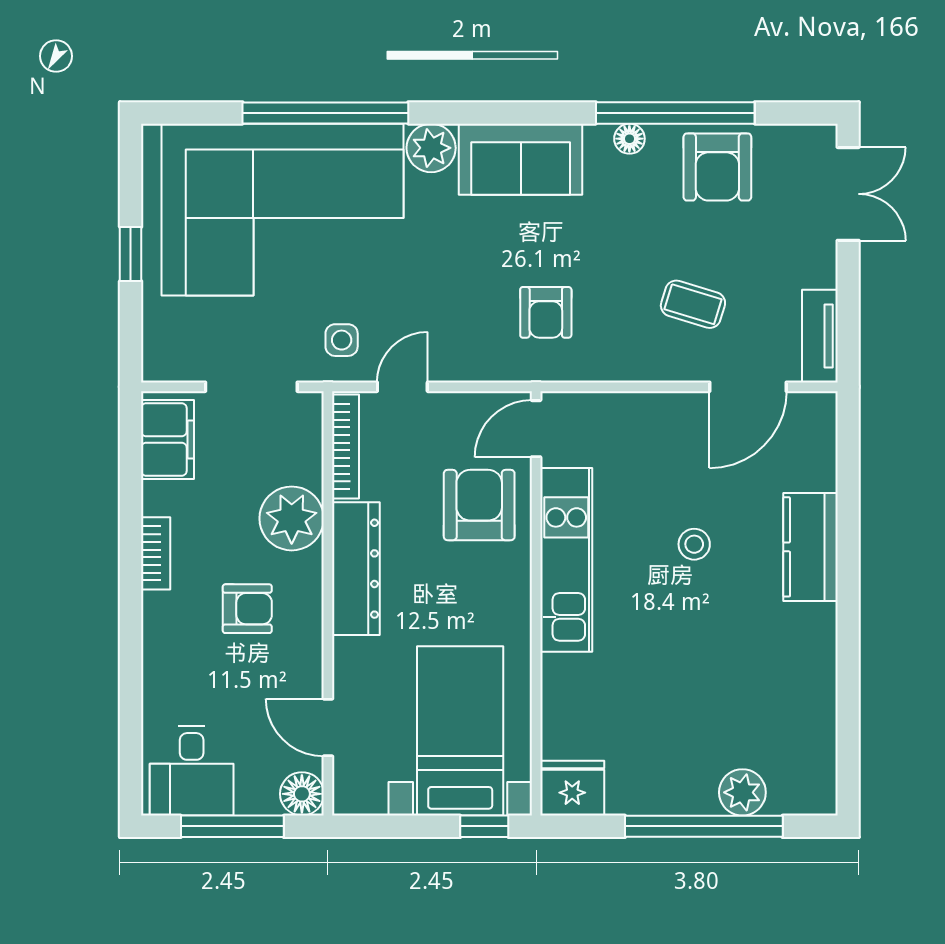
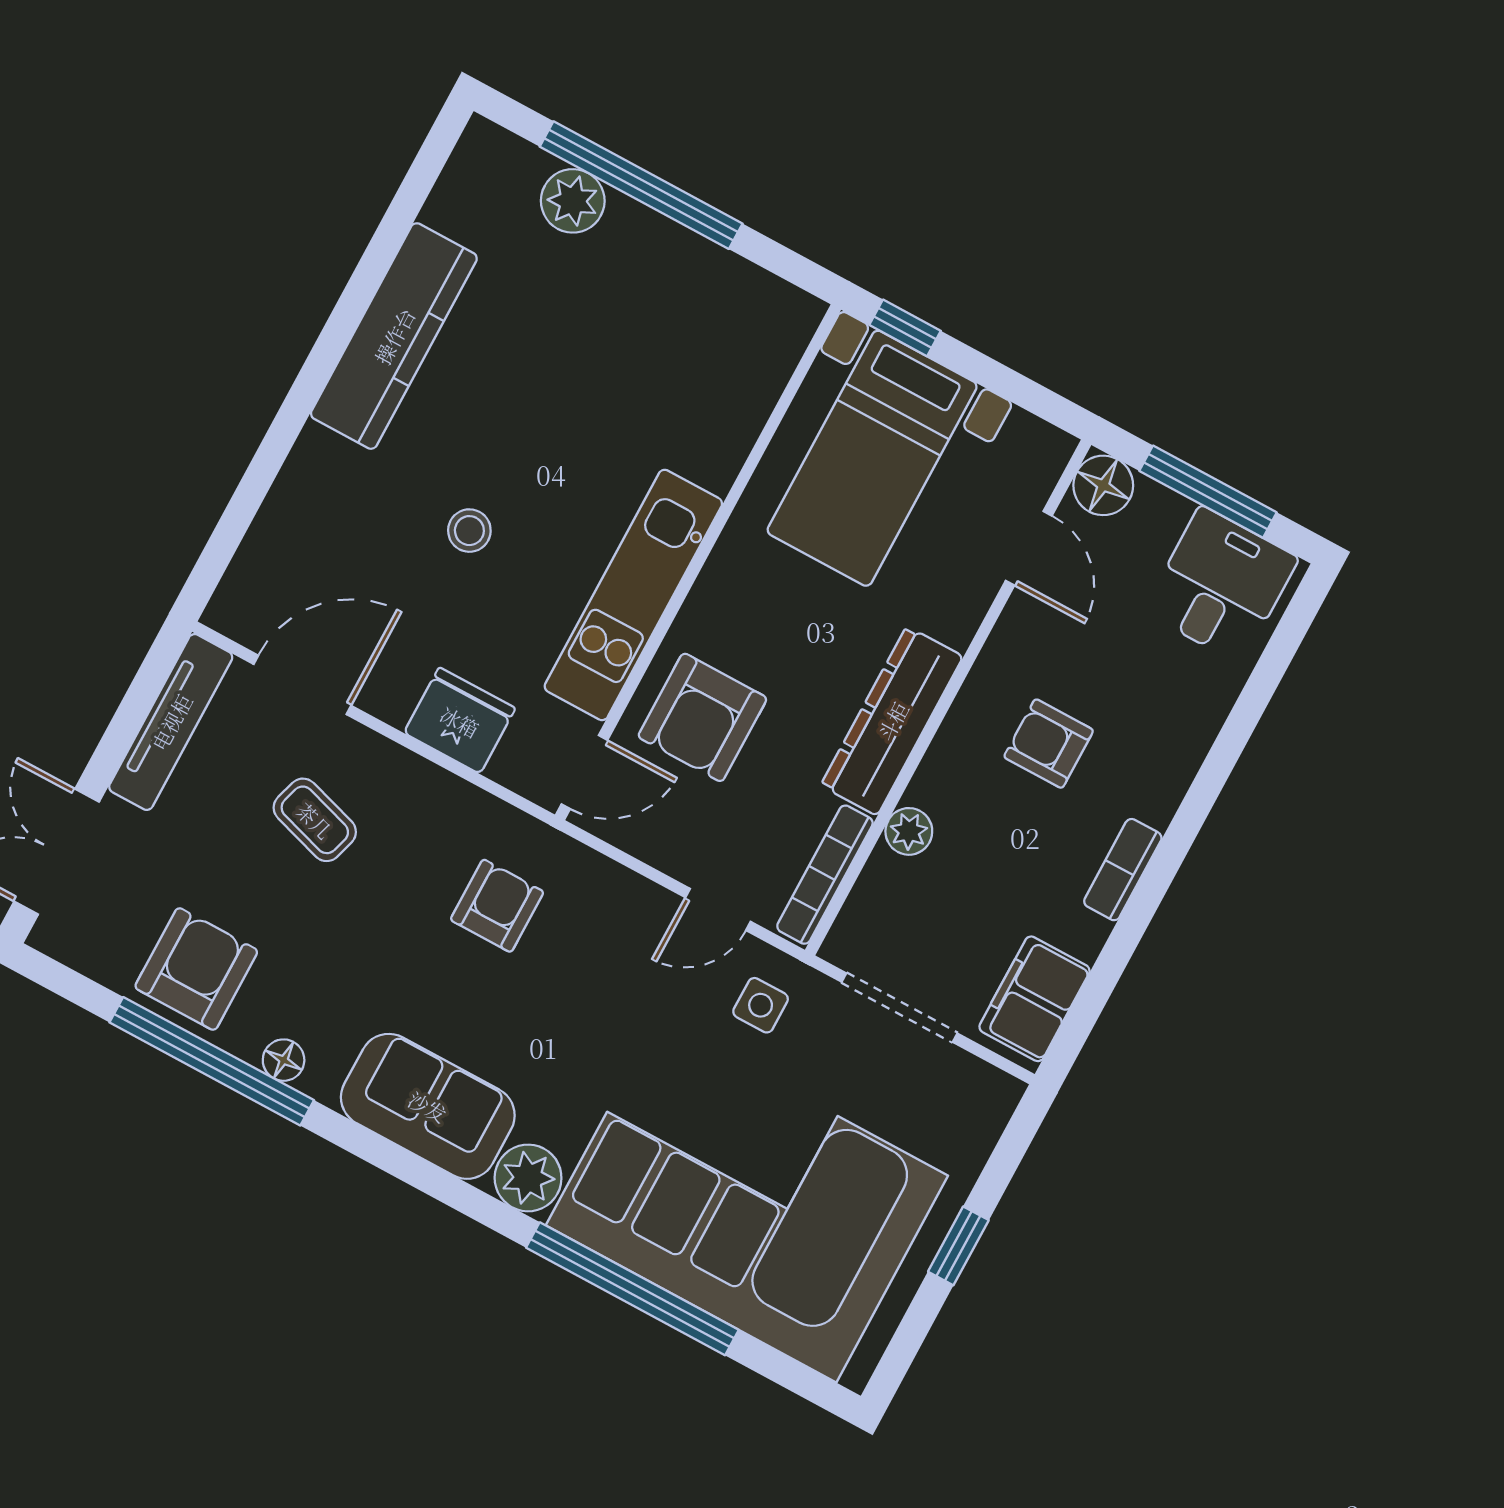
tv unit: (820, 336) -> (171, 722), width x1.41
plant: (292, 518) -> (909, 831), width x0.53, depth x0.53
kitchen counter: (810, 547) -> (394, 336), moved, width x1.50
fridge: (572, 788) -> (460, 721), moved, turned 180

